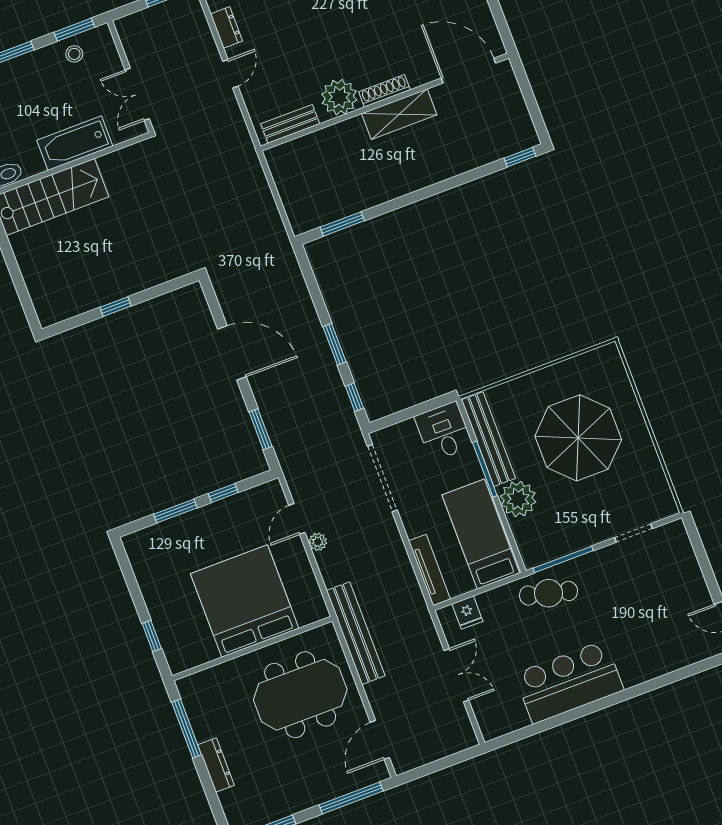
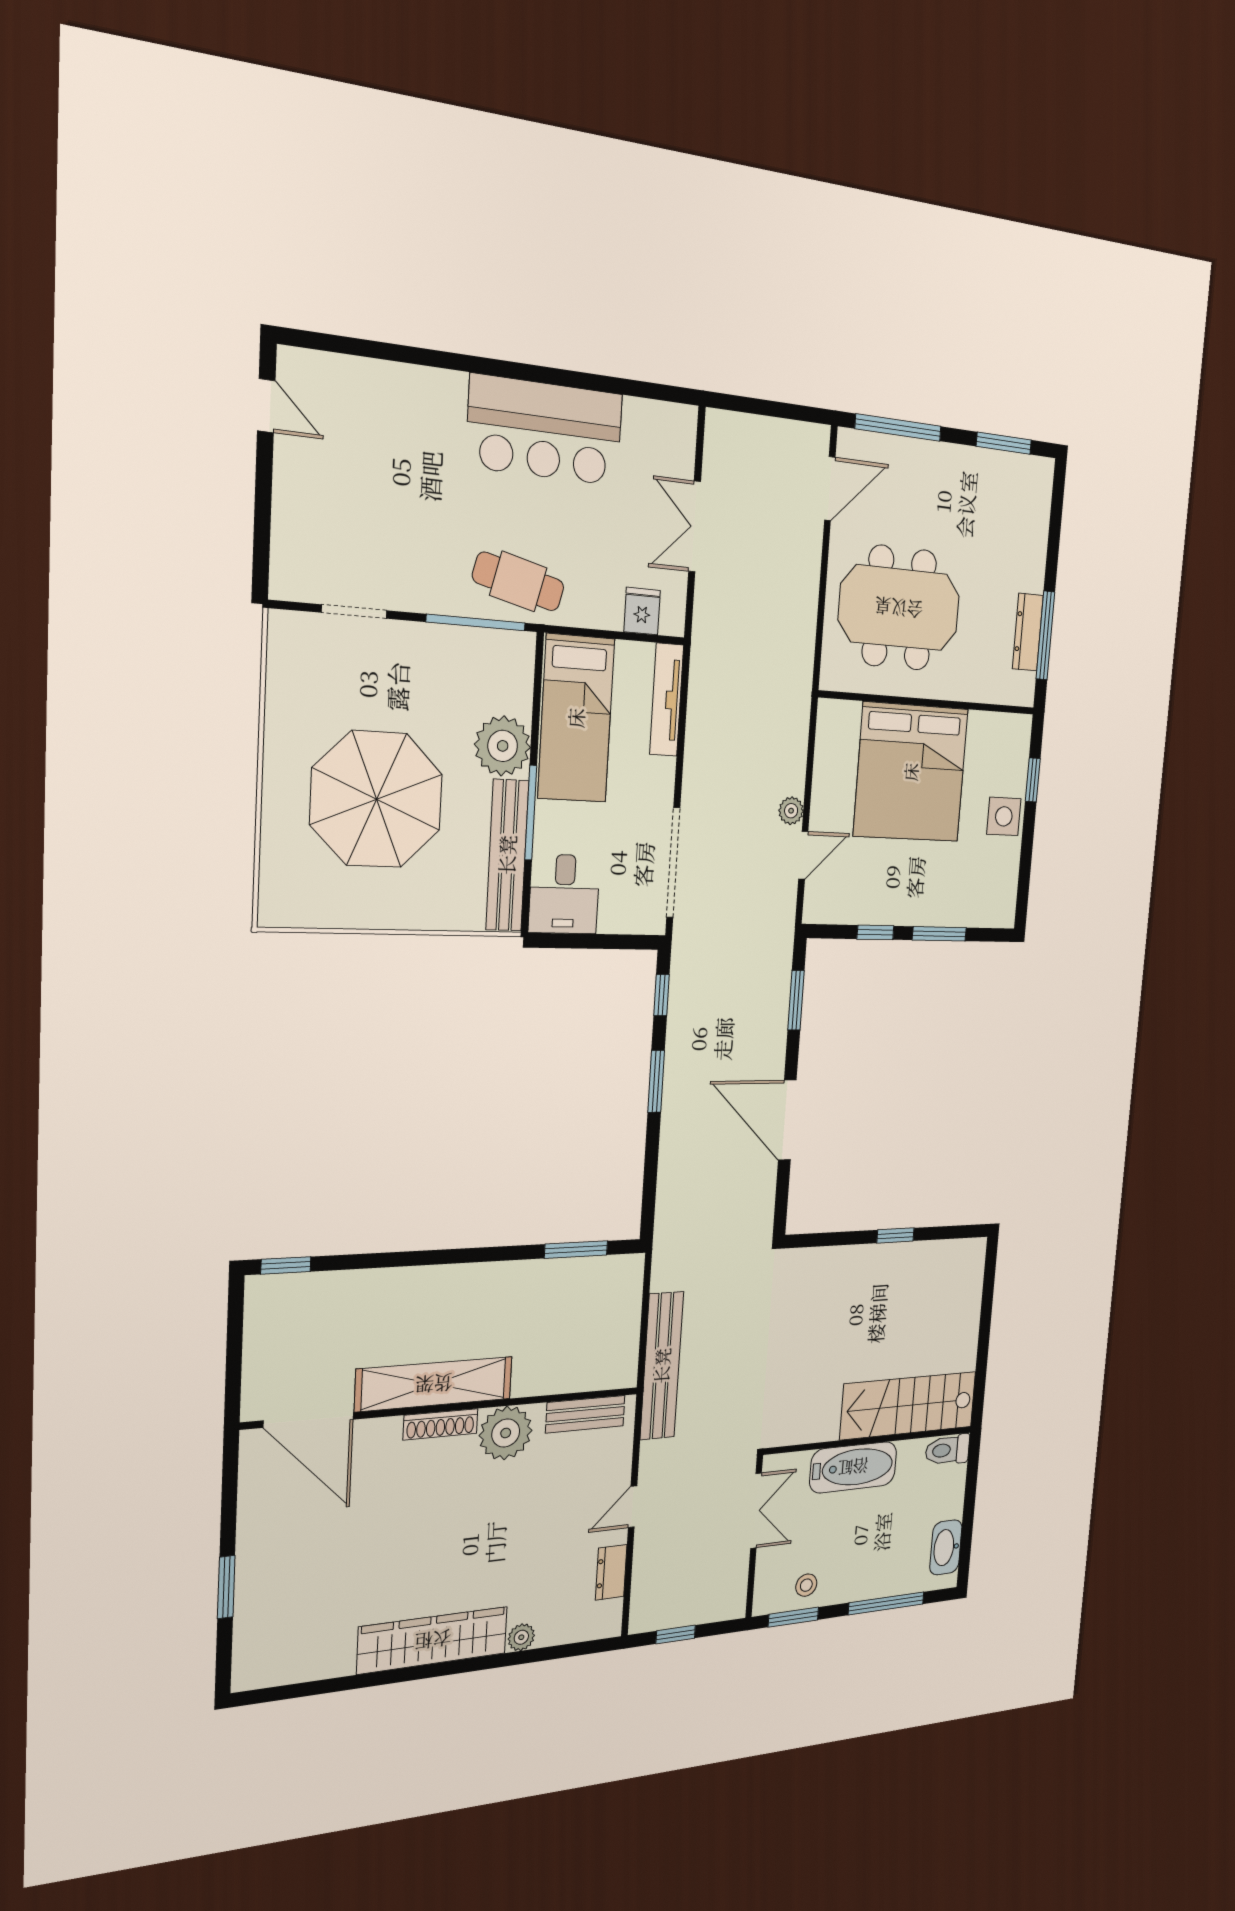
shelving: (399, 114) -> (434, 1384), width x1.47
side table: (163, 604) -> (1004, 816), added
bench: (356, 633) -> (662, 1366), moved
dresser: (216, 765) -> (1028, 632), moved

